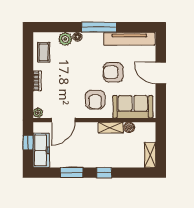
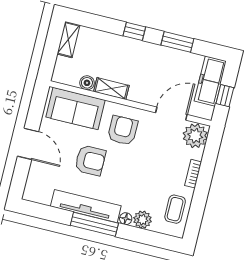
tv unit: (129, 39) -> (86, 206), moved
plant: (38, 113) -> (195, 136), width x1.88, depth x1.88

